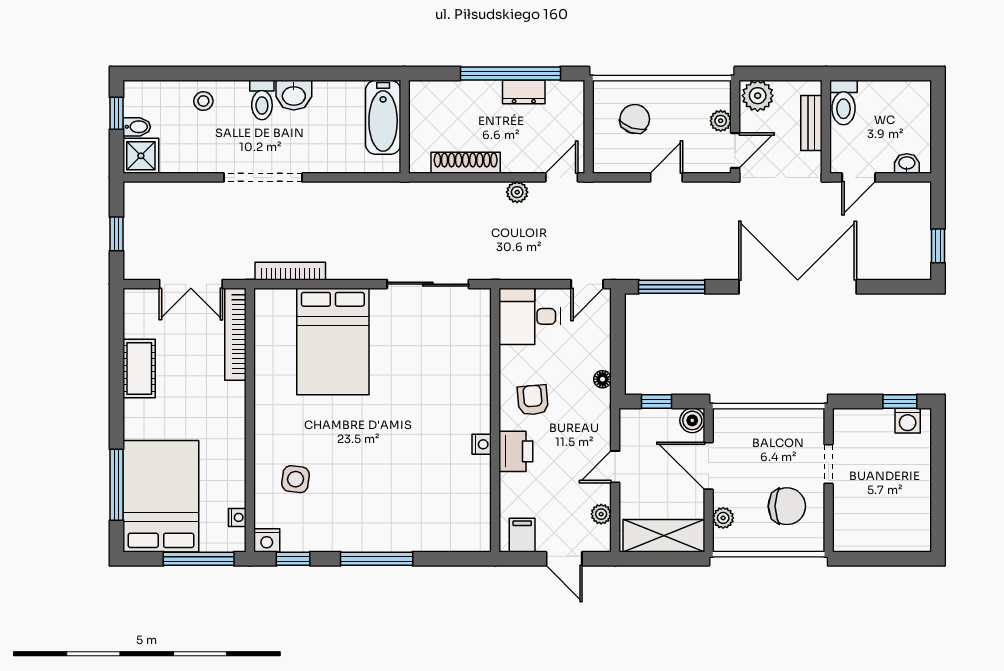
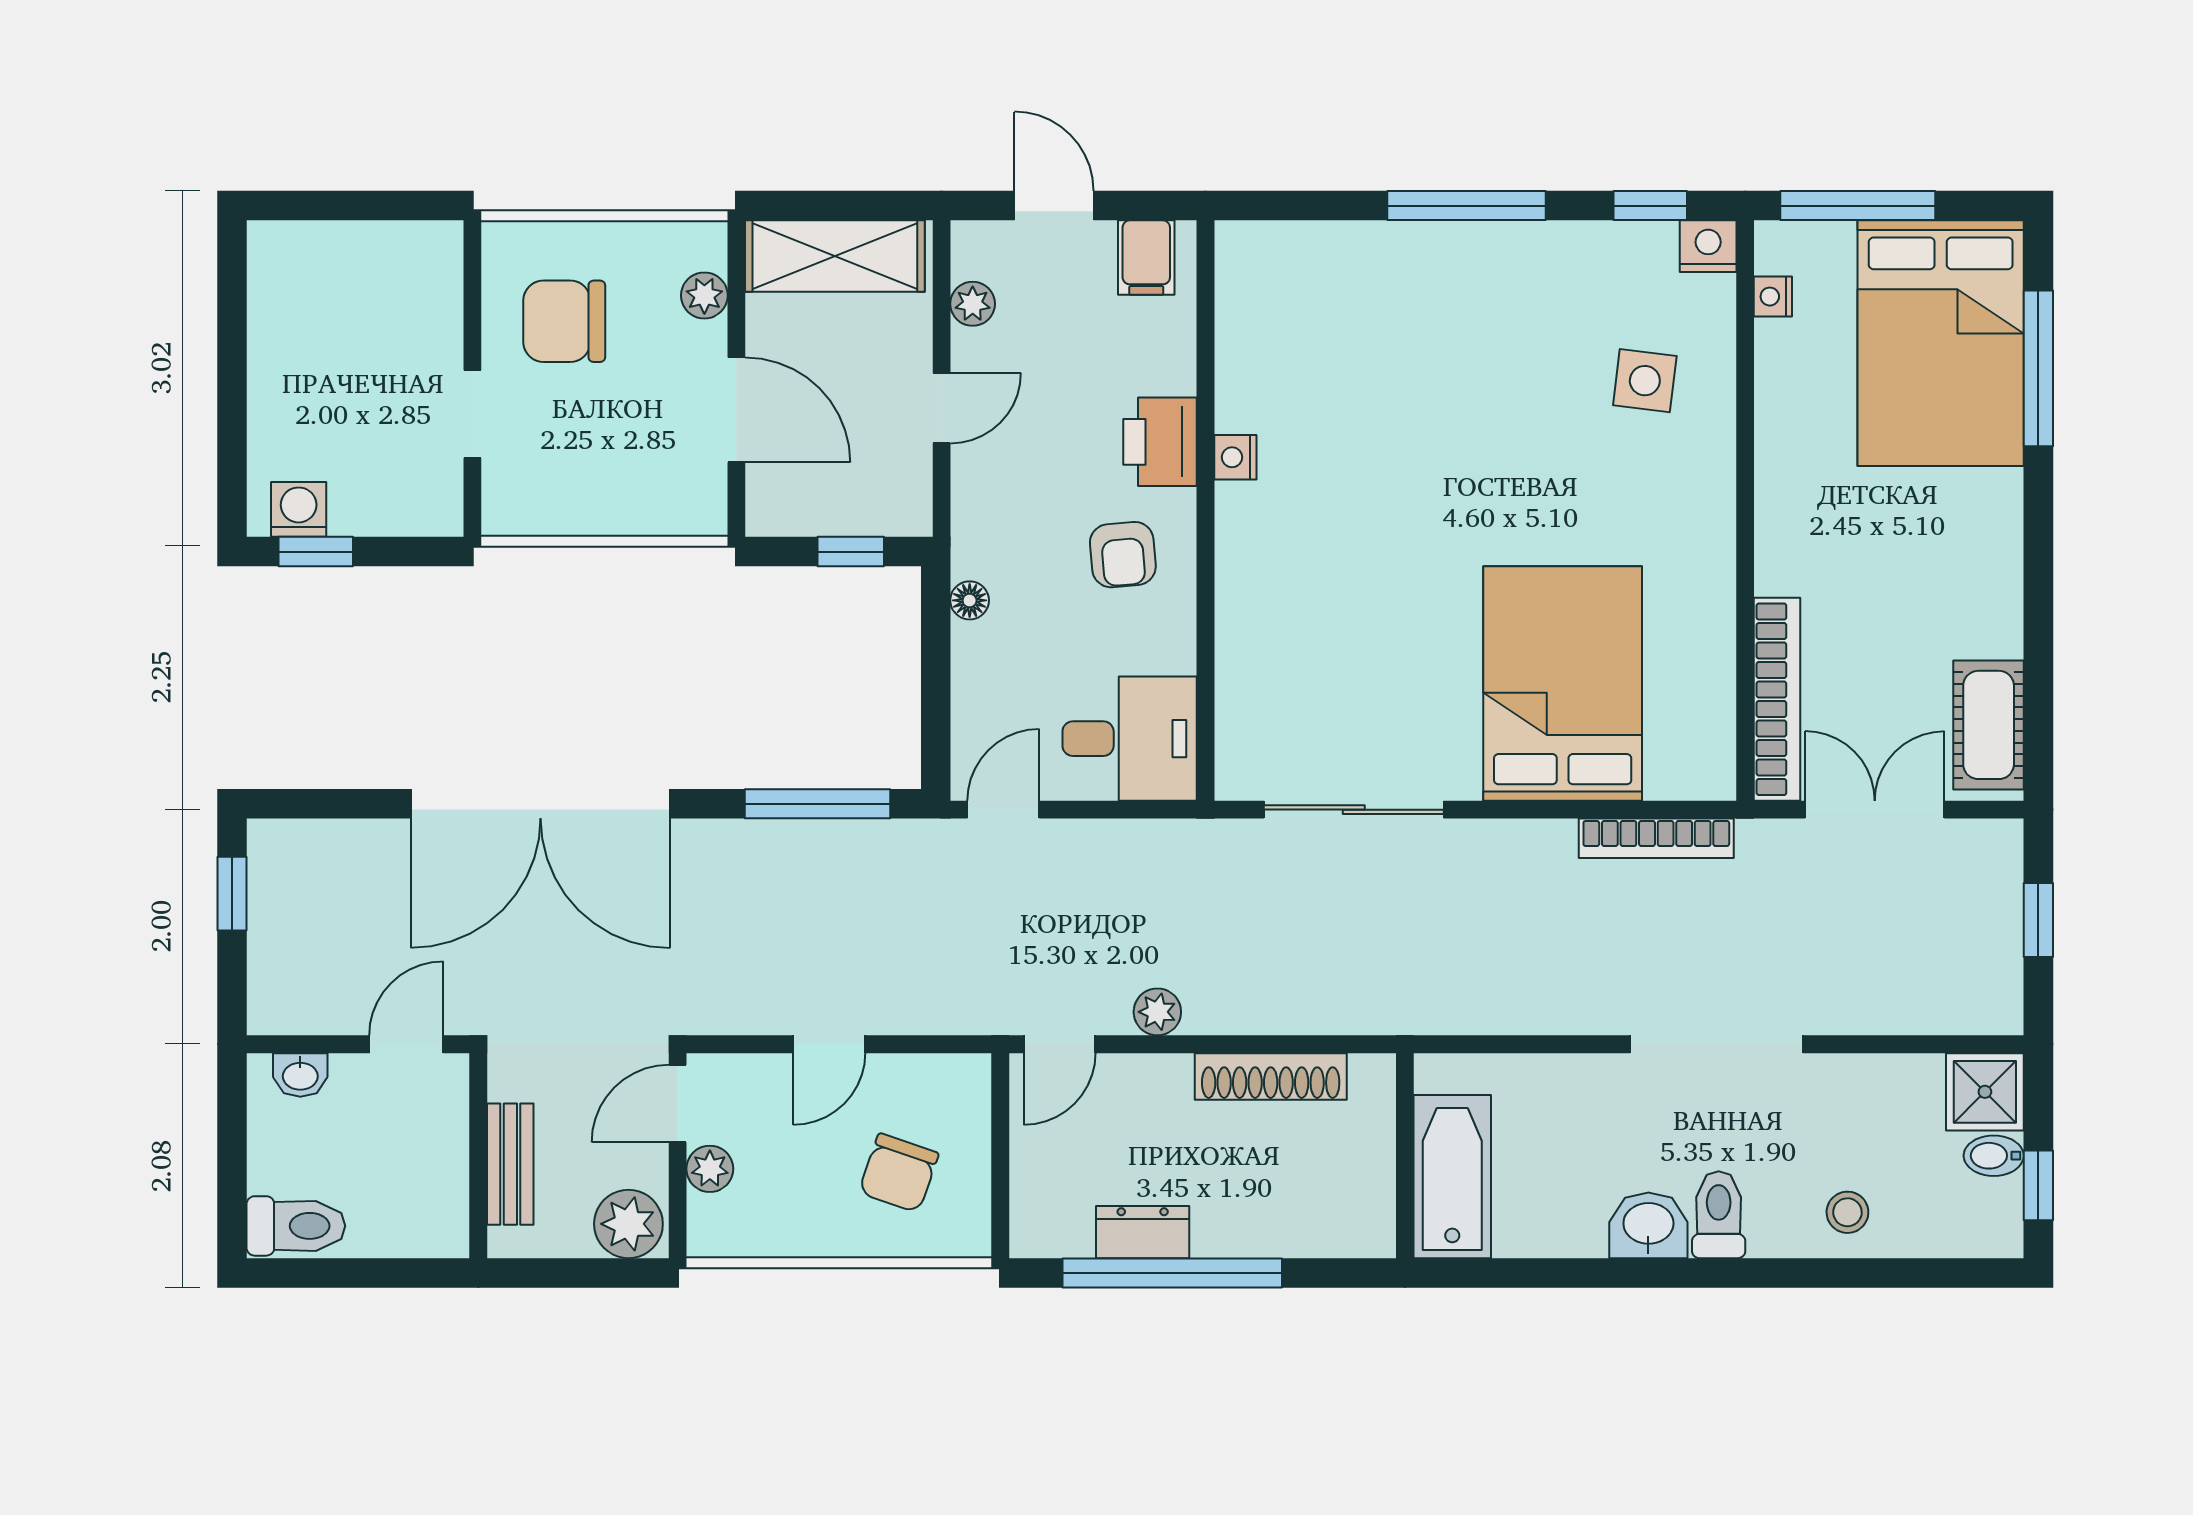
toilet: (844, 102) -> (296, 1226), moved, turned 90
cot: (139, 369) -> (1989, 725), moved
boiler: (692, 420) -> (772, 510), removed

